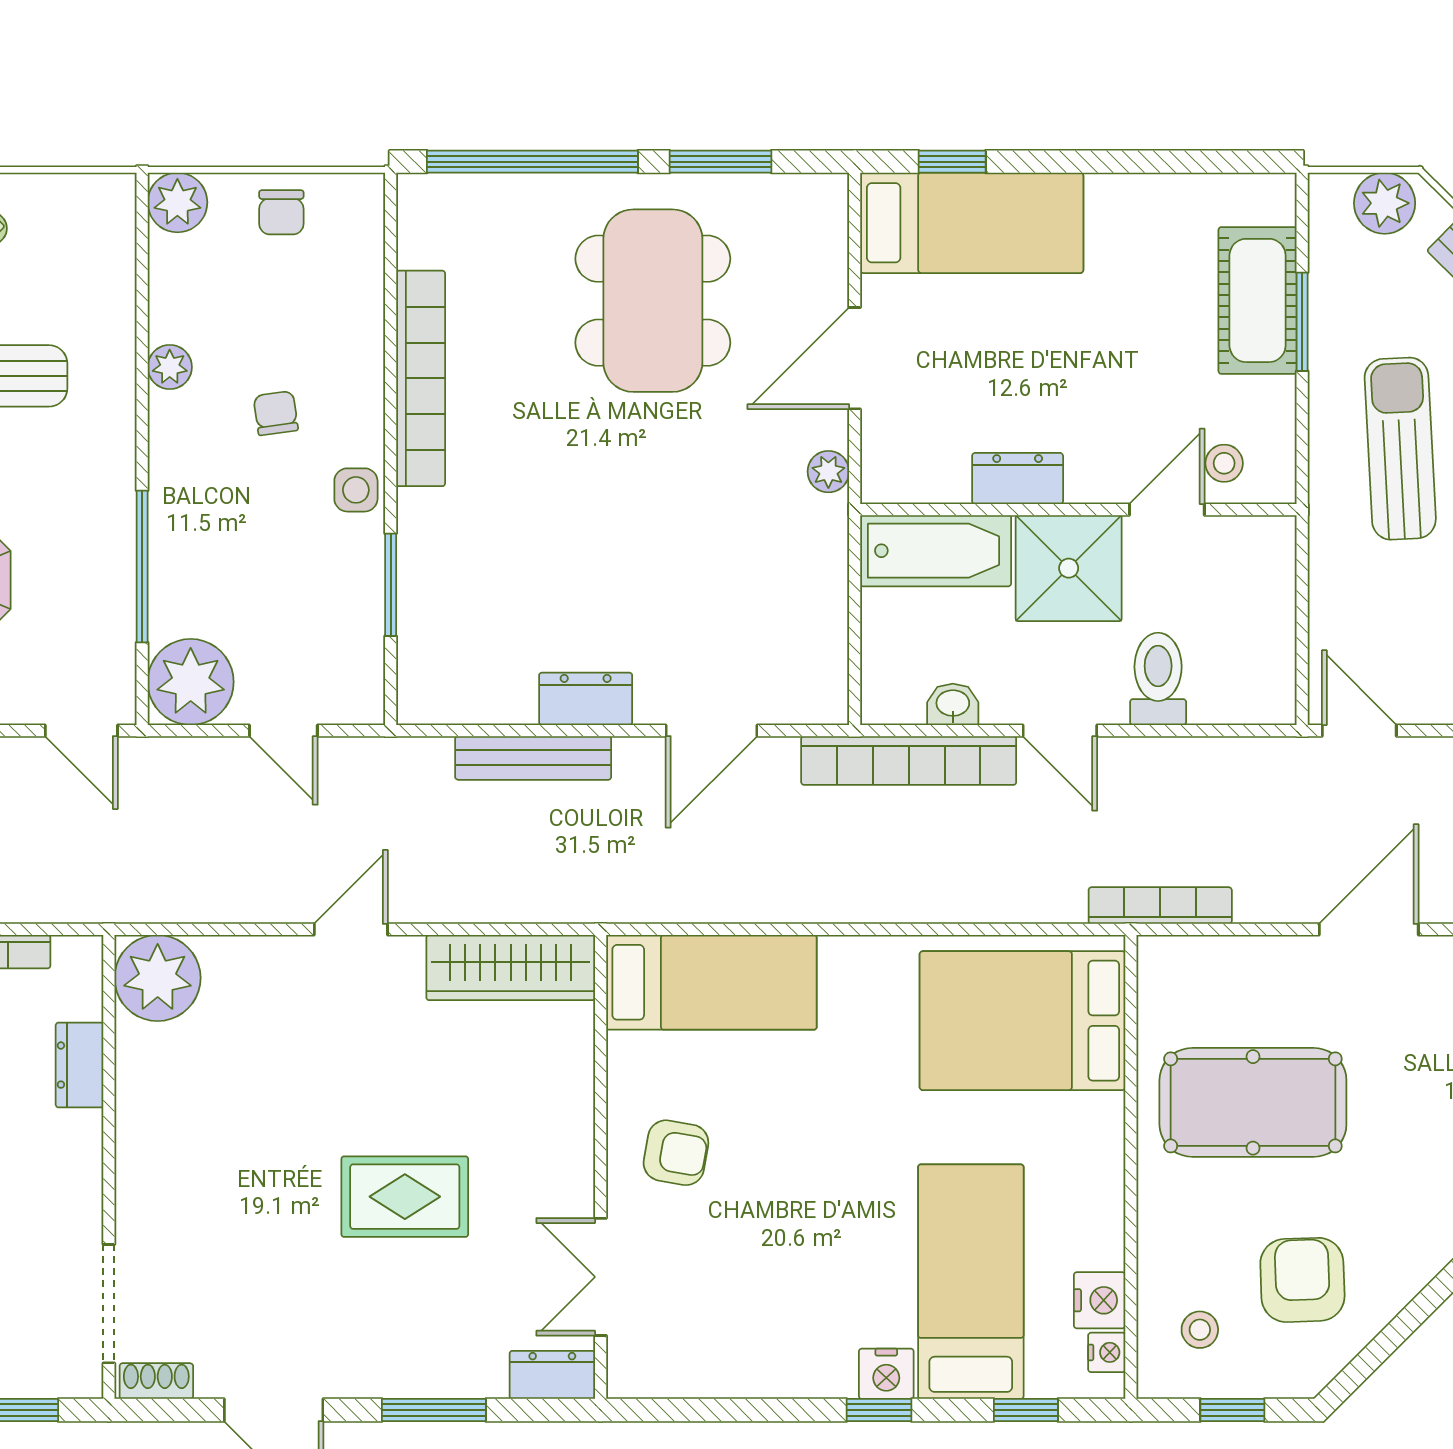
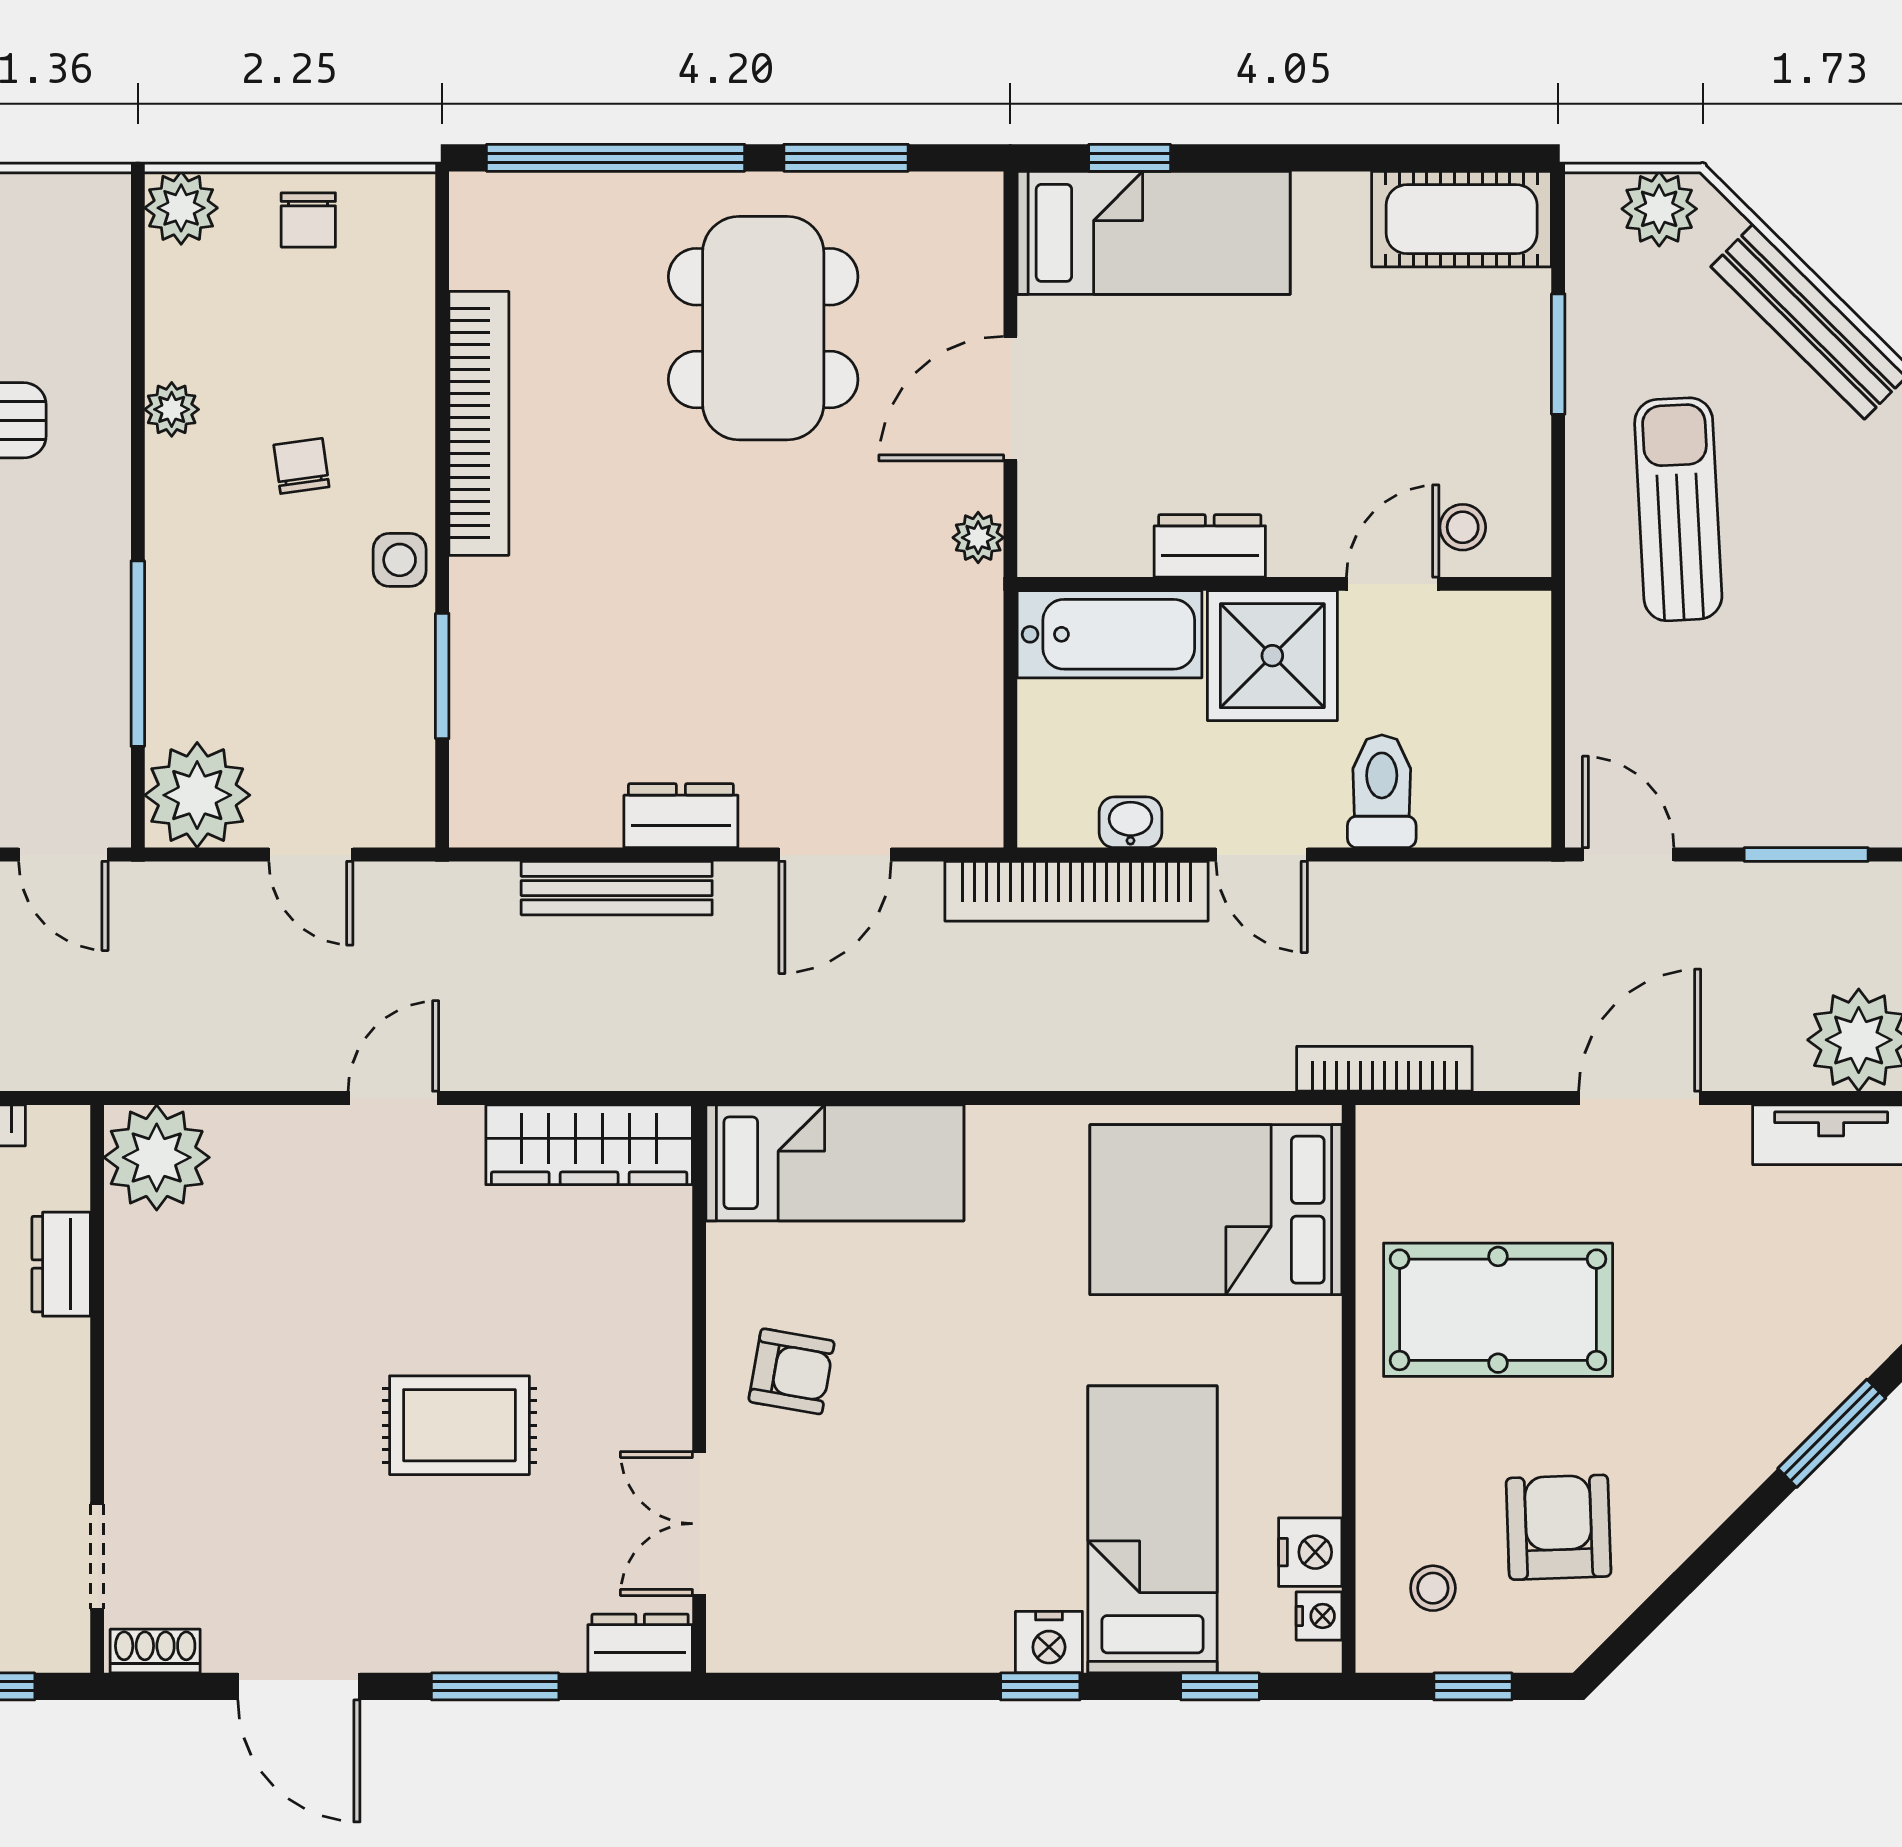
cot: (1258, 300) -> (1462, 219), moved, turned 90
doorway: (109, 1304) -> (97, 1556), width x0.73

